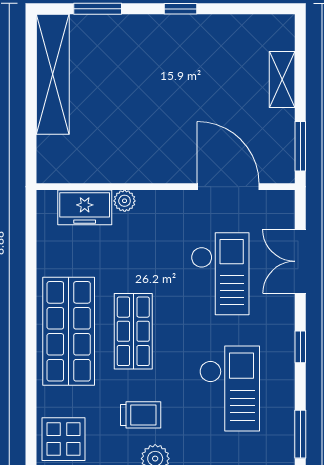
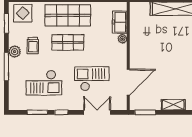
checkout: (220, 274) -> (92, 79), turned 180
window: (300, 434) -> (37, 112), moved

